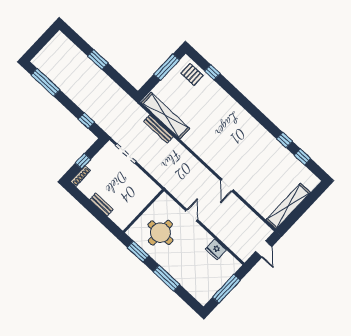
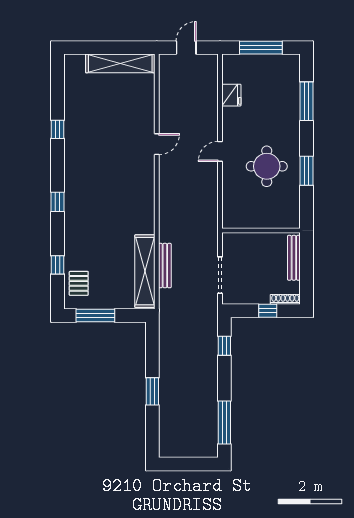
window: (302, 157) -> (58, 202), moved
bench: (101, 204) -> (294, 258), width x1.36
wall: (143, 211) -> (261, 231), moved
window: (166, 278) -> (307, 101), moved

